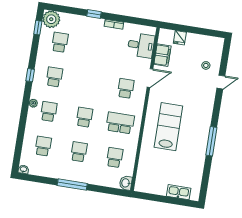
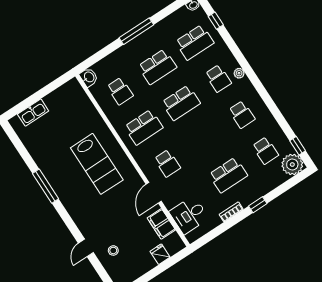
school desk: (96, 48) -> (228, 175), added
window: (30, 75) -> (216, 21), moved
school desk: (84, 117) -> (181, 103), width x1.85
school desk: (43, 146) -> (195, 42), width x1.85
school desk: (79, 152) -> (157, 67), width x1.85

